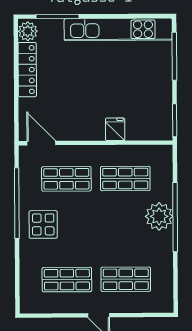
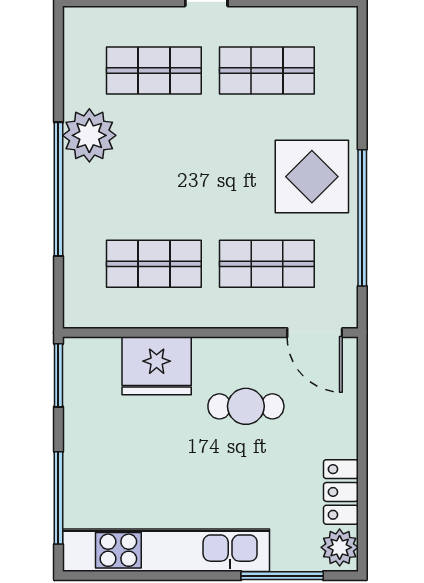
locker: (27, 70) -> (341, 492), width x0.66
cafe table: (77, 105) -> (246, 406), added
fridge: (115, 129) -> (157, 366), width x1.88, depth x1.34
plant: (159, 216) -> (89, 135), moved
display table: (43, 224) -> (312, 177), width x1.36, depth x1.36

